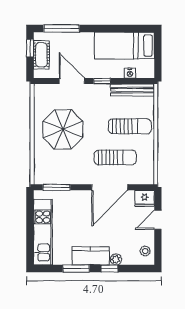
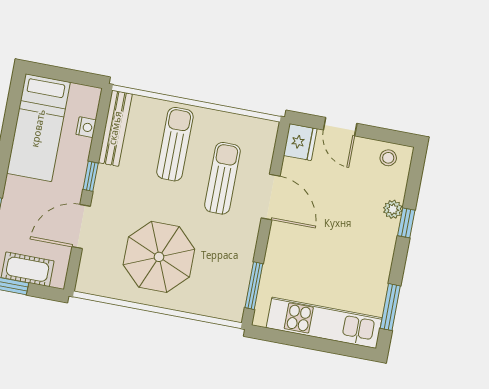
door: (110, 187) -> (271, 197), width x0.73
kitchen counter: (91, 256) -> (379, 250), removed
window: (76, 269) -> (390, 307), moved

